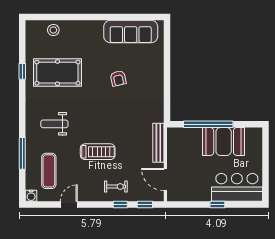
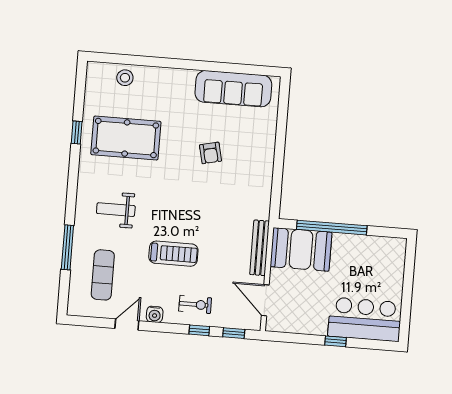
booth: (224, 141) -> (301, 249), moved
water cooler: (31, 196) -> (155, 314), moved

